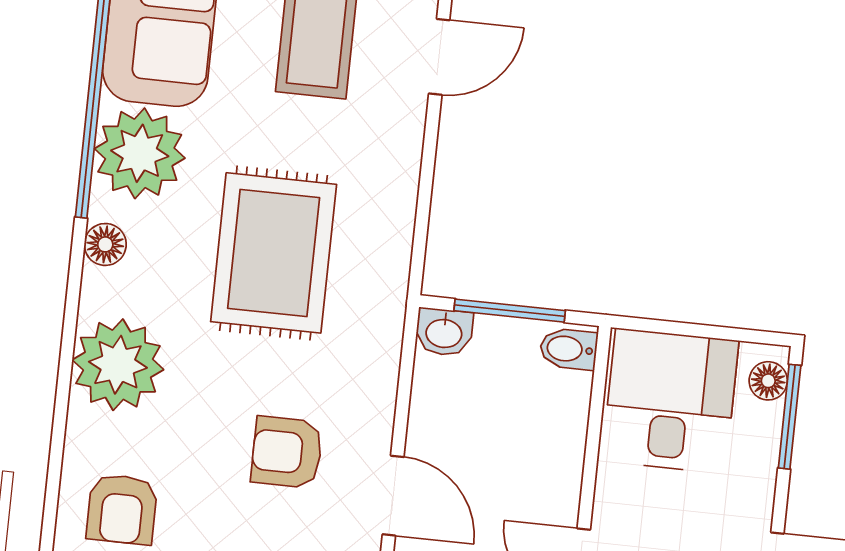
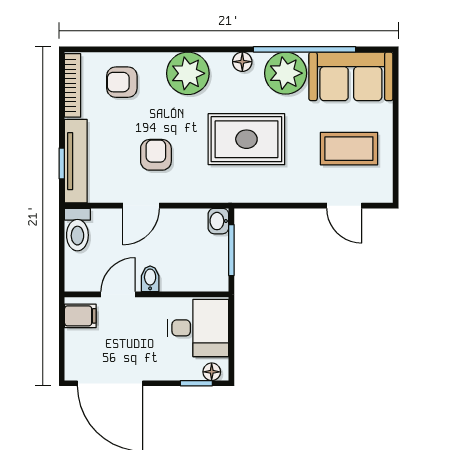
bidet: (569, 349) -> (150, 279), moved
window: (790, 417) -> (196, 383), width x0.67

